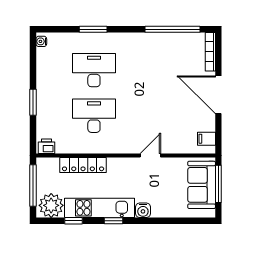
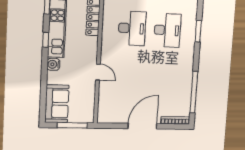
filing cabinet: (206, 139) -> (109, 117), removed
sofa: (202, 185) -> (57, 104), moved, turned 90

